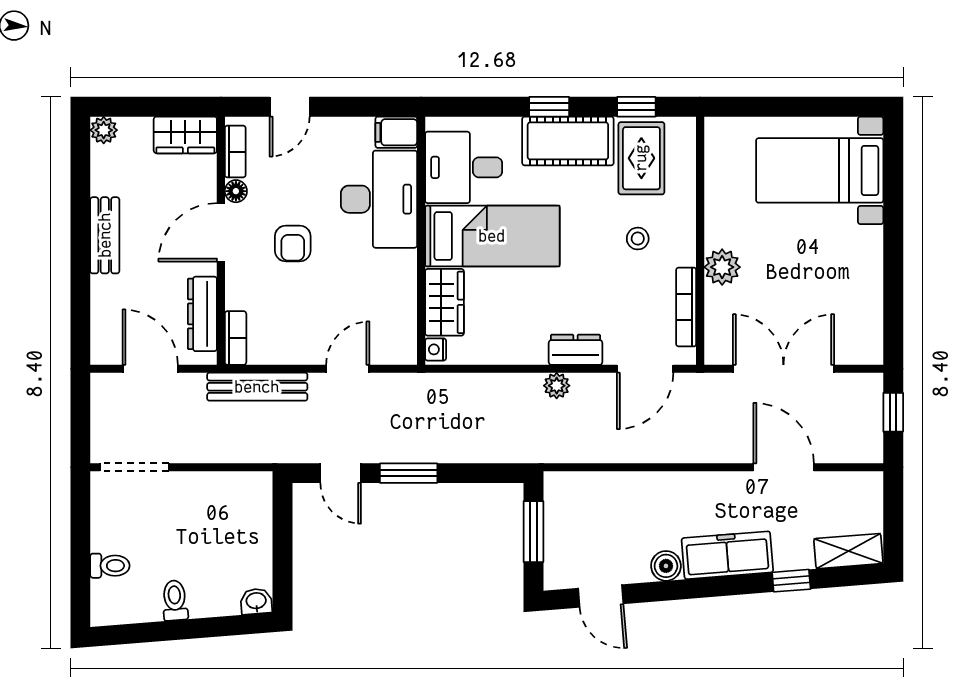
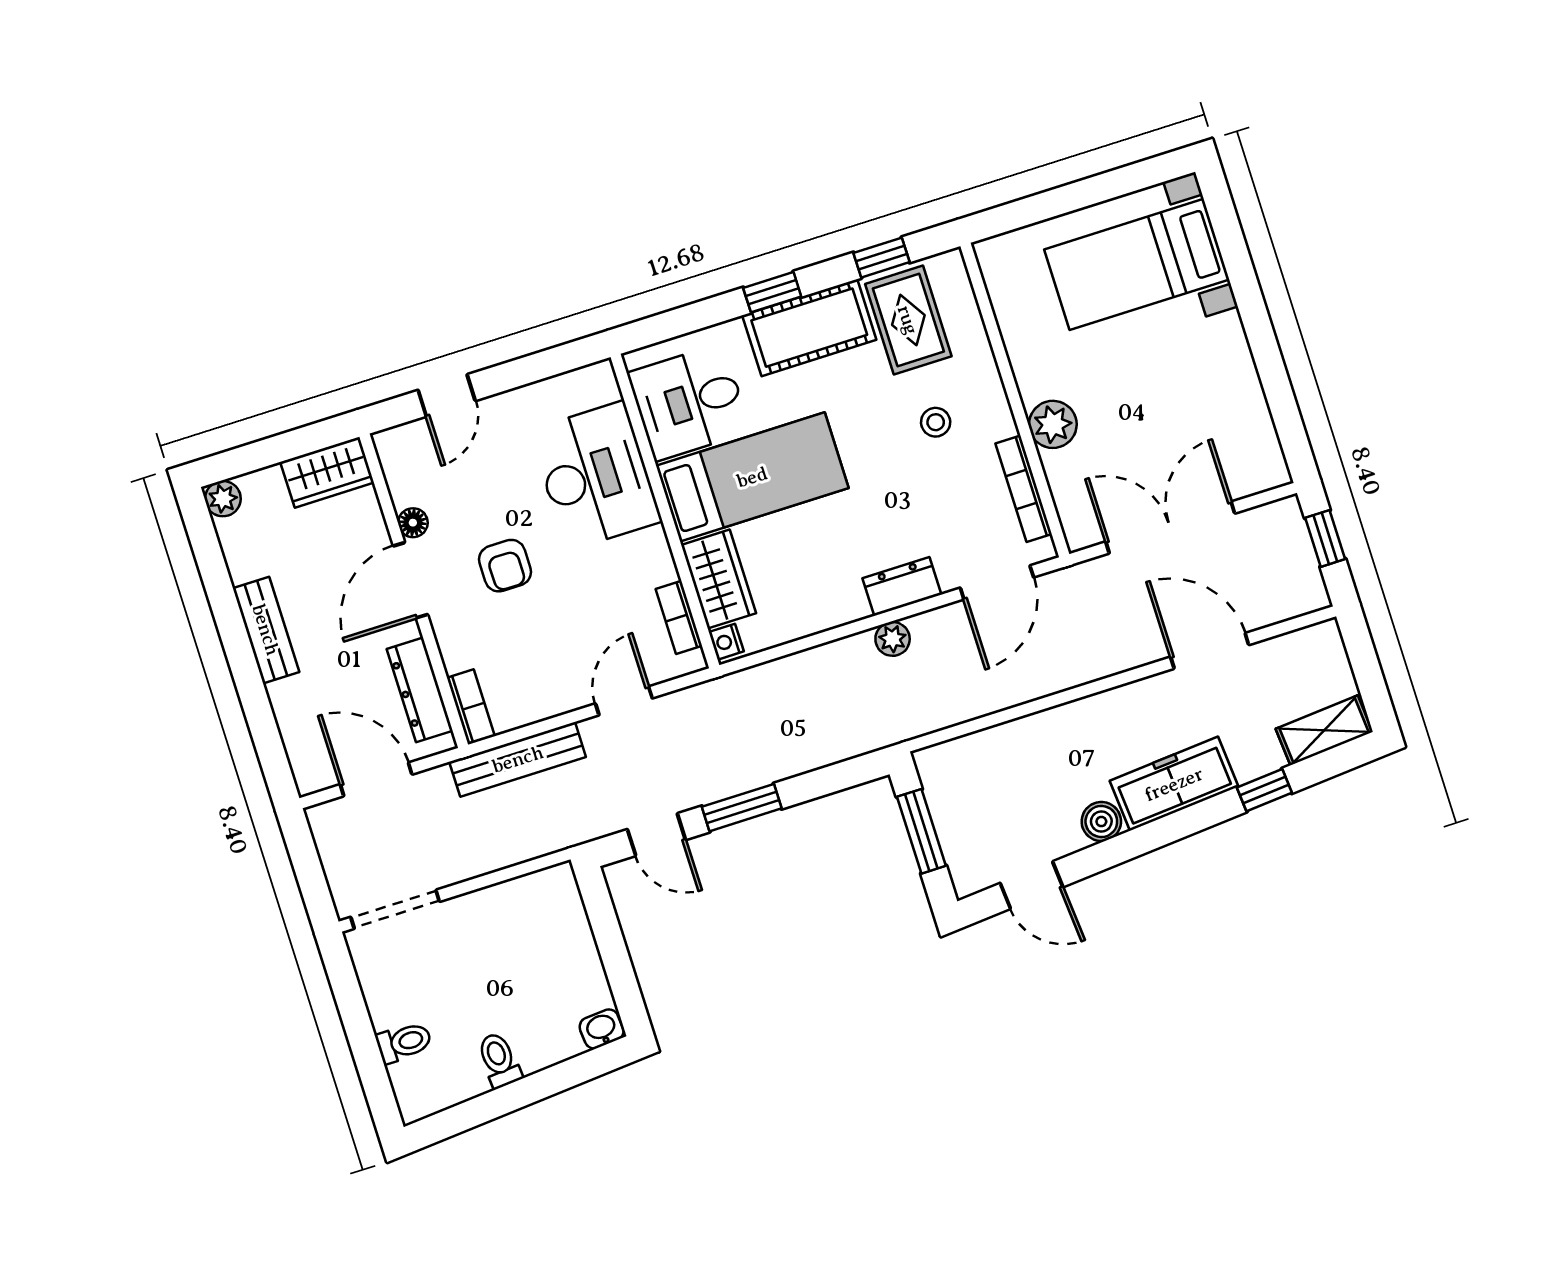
filing cabinet: (396, 132) -> (591, 385), removed
bookcase: (235, 152) -> (679, 617), moved, turned 180

